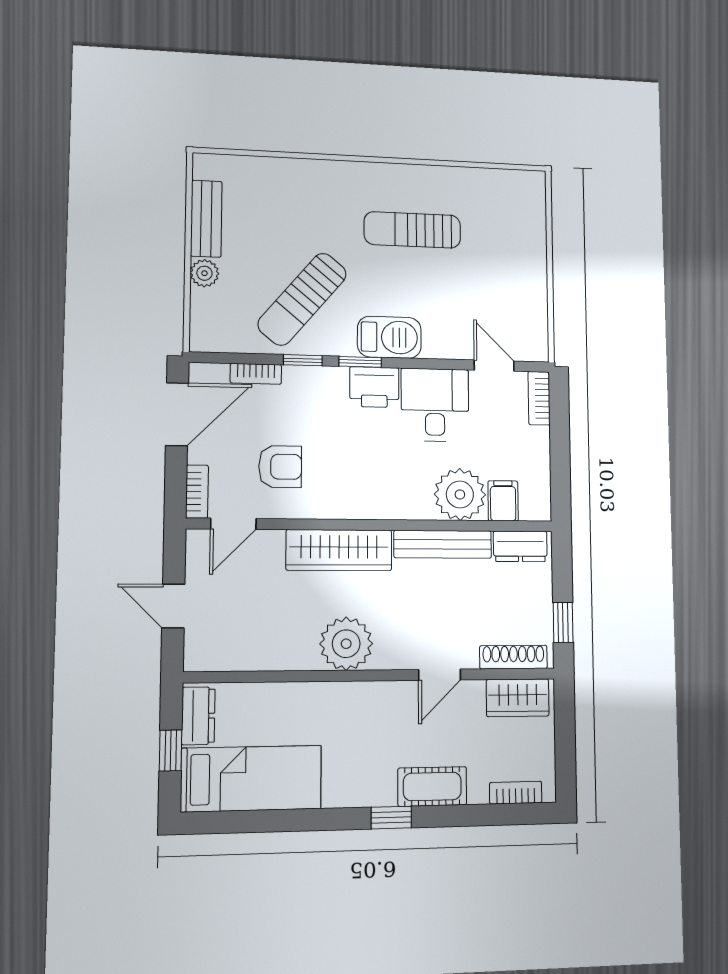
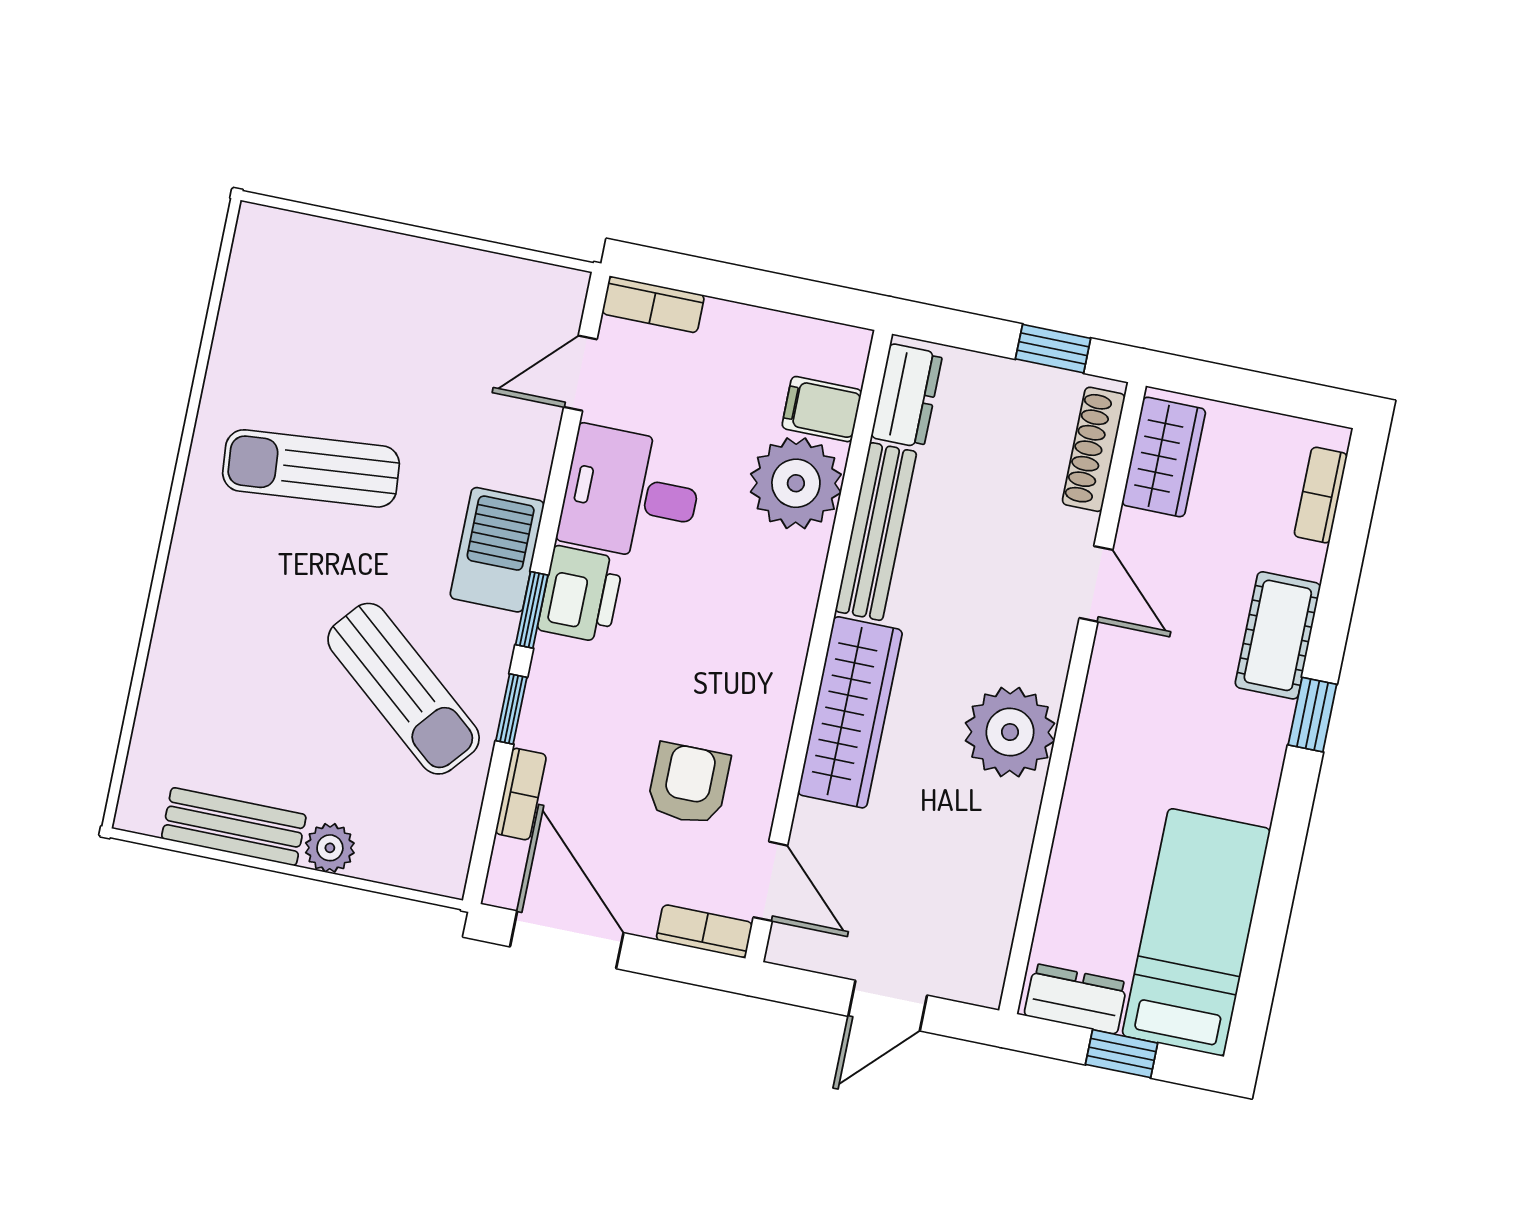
sun lounger: (412, 230) -> (311, 468), turned 85

